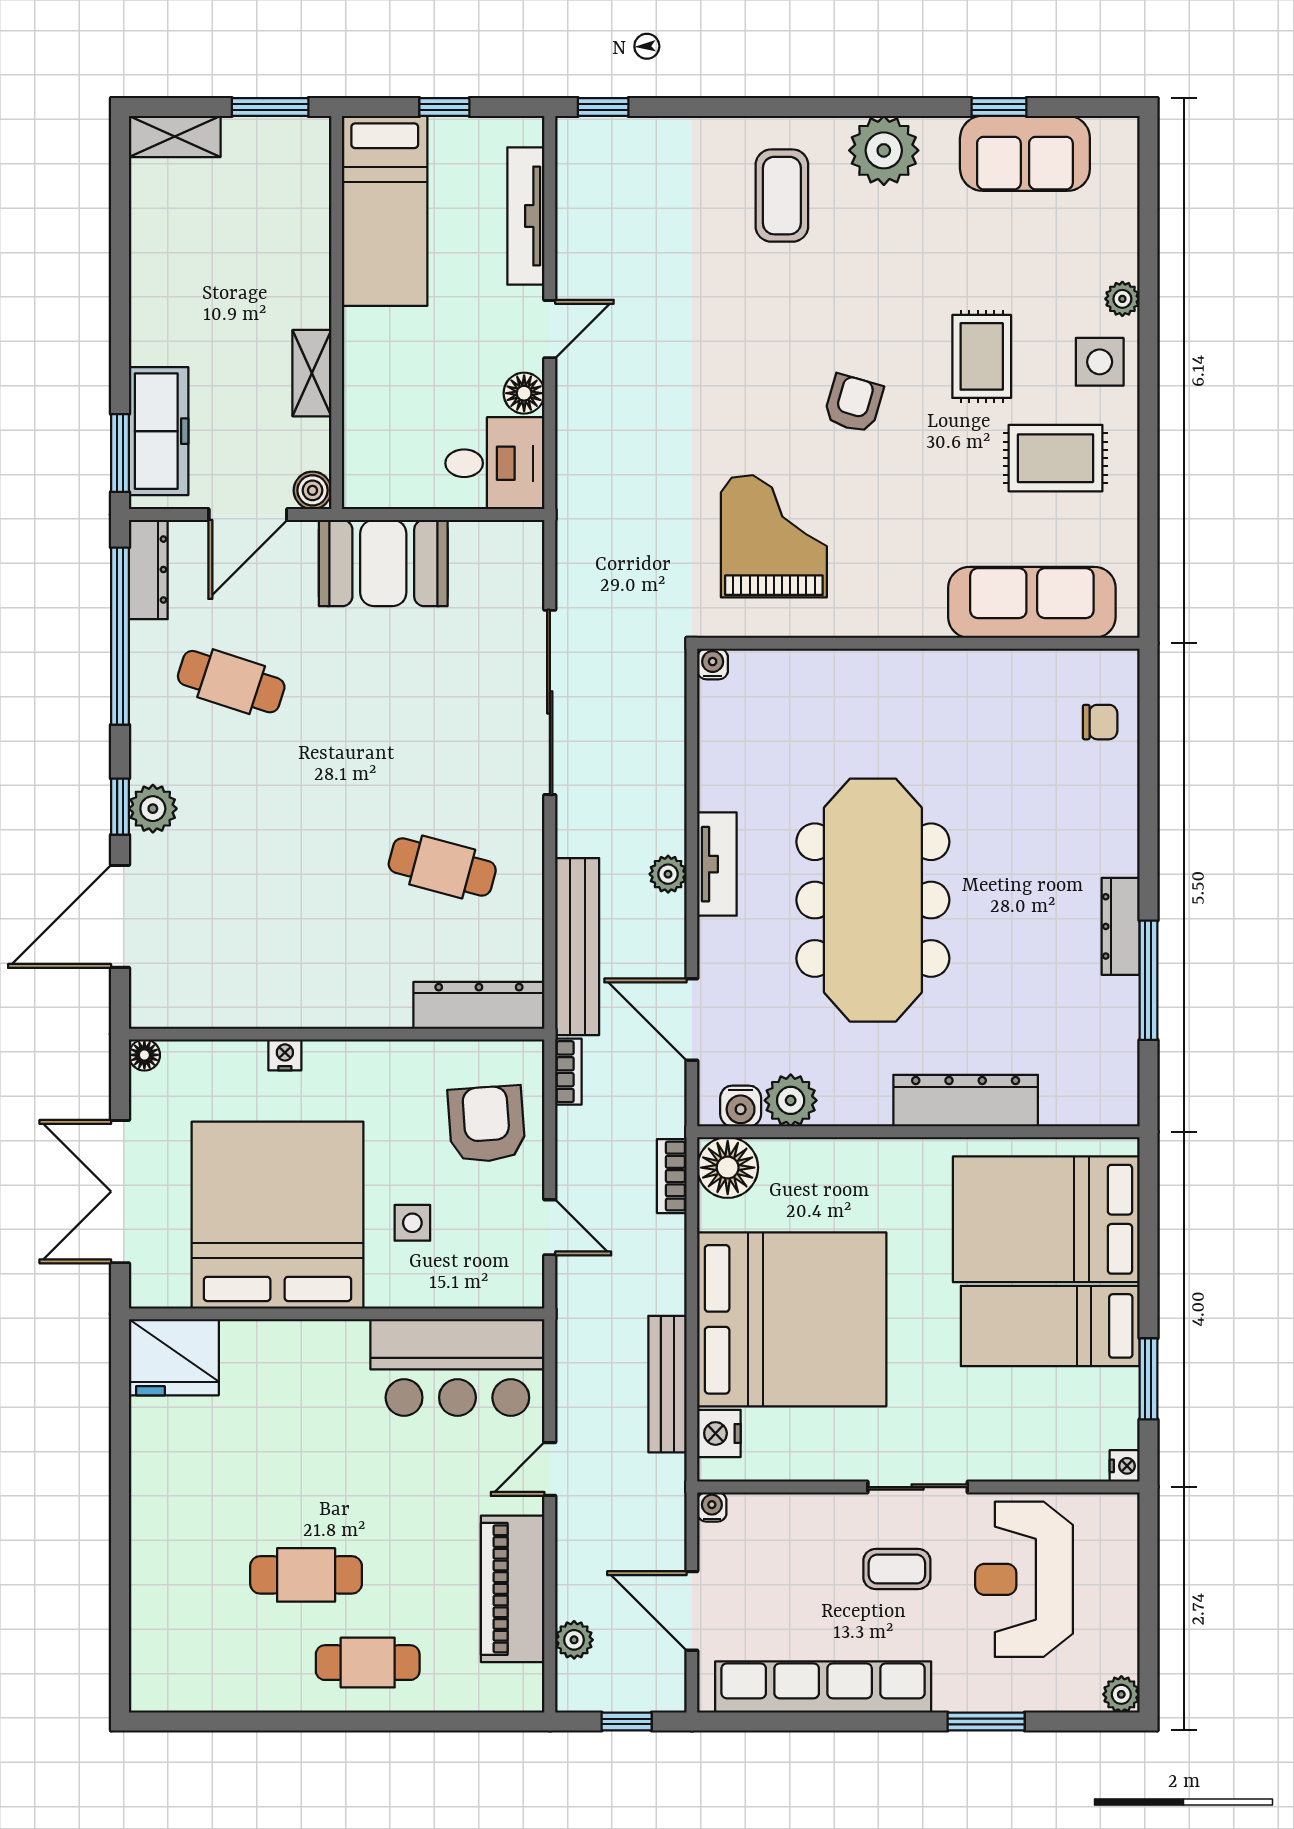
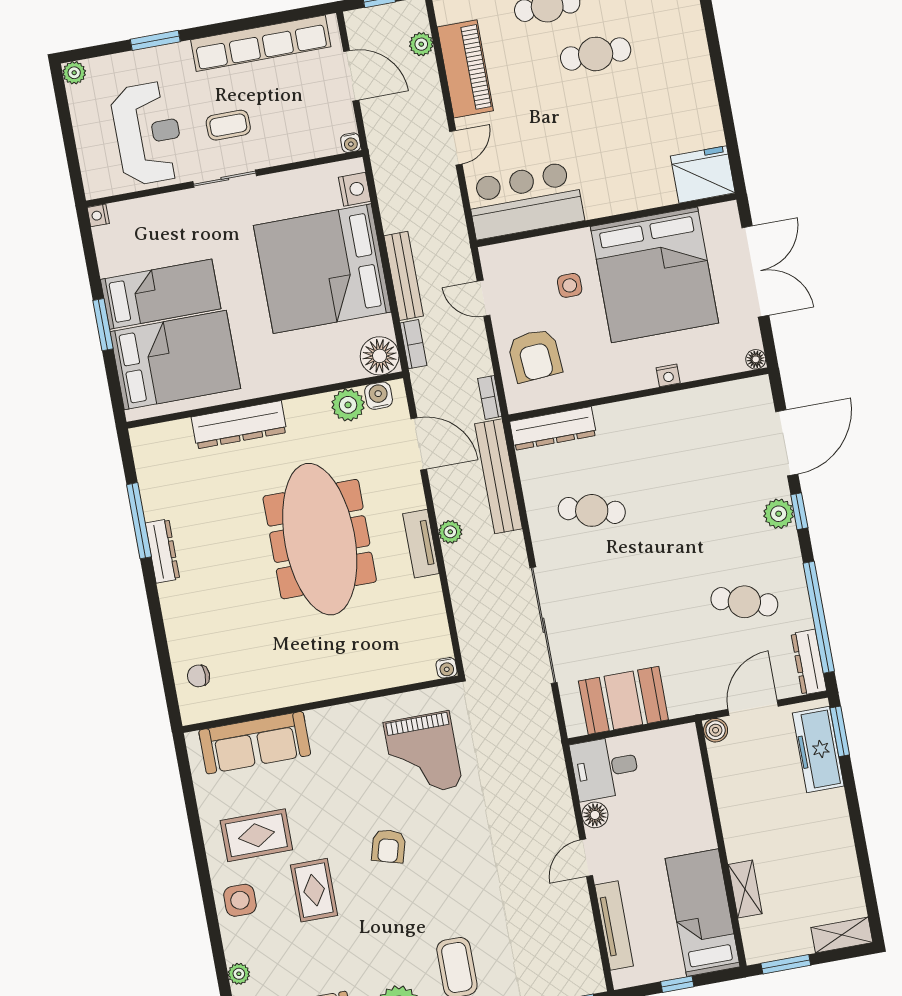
plant: (1122, 299) -> (239, 974), moved
shelving: (312, 373) -> (745, 889), moved
booth: (383, 563) -> (623, 700), moved
window: (1148, 1379) -> (103, 325), moved
bench: (667, 1384) -> (404, 276), moved

